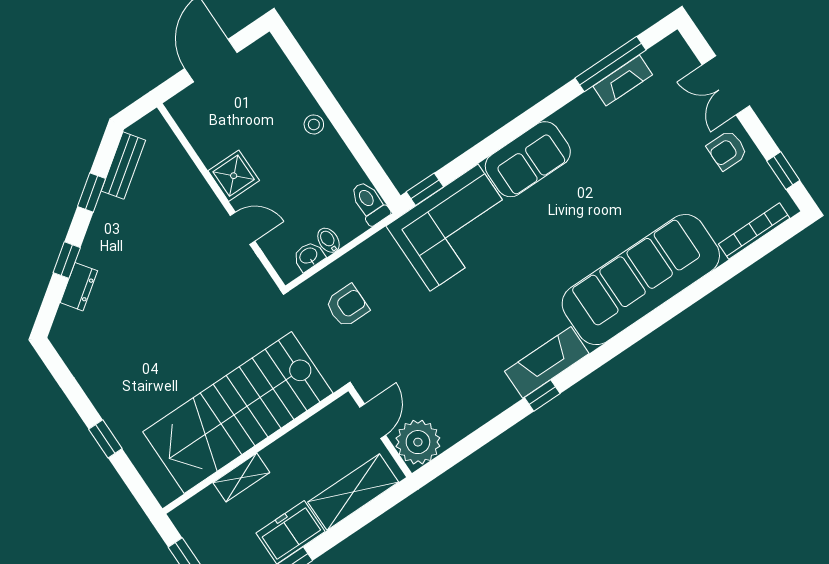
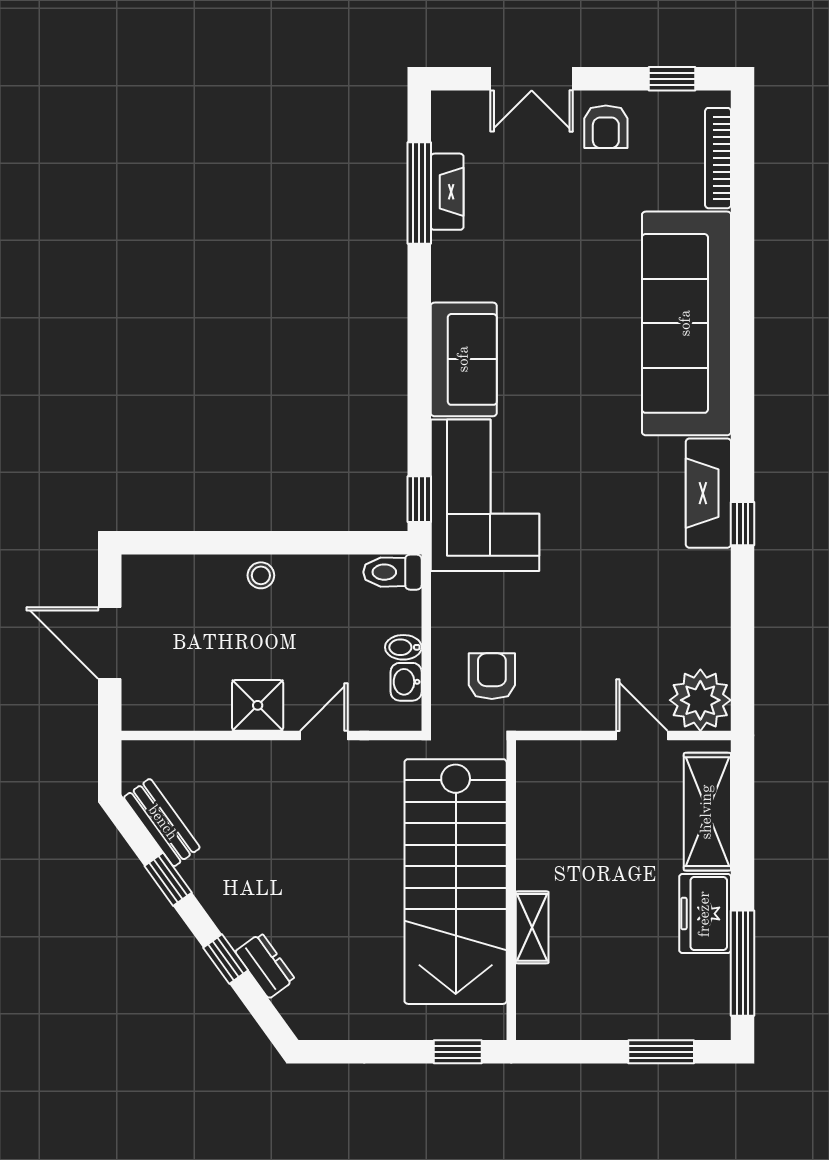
stairs: (238, 412) -> (456, 882), moved
wall: (255, 450) -> (511, 890), moved
shelving: (241, 478) -> (532, 927), moved

